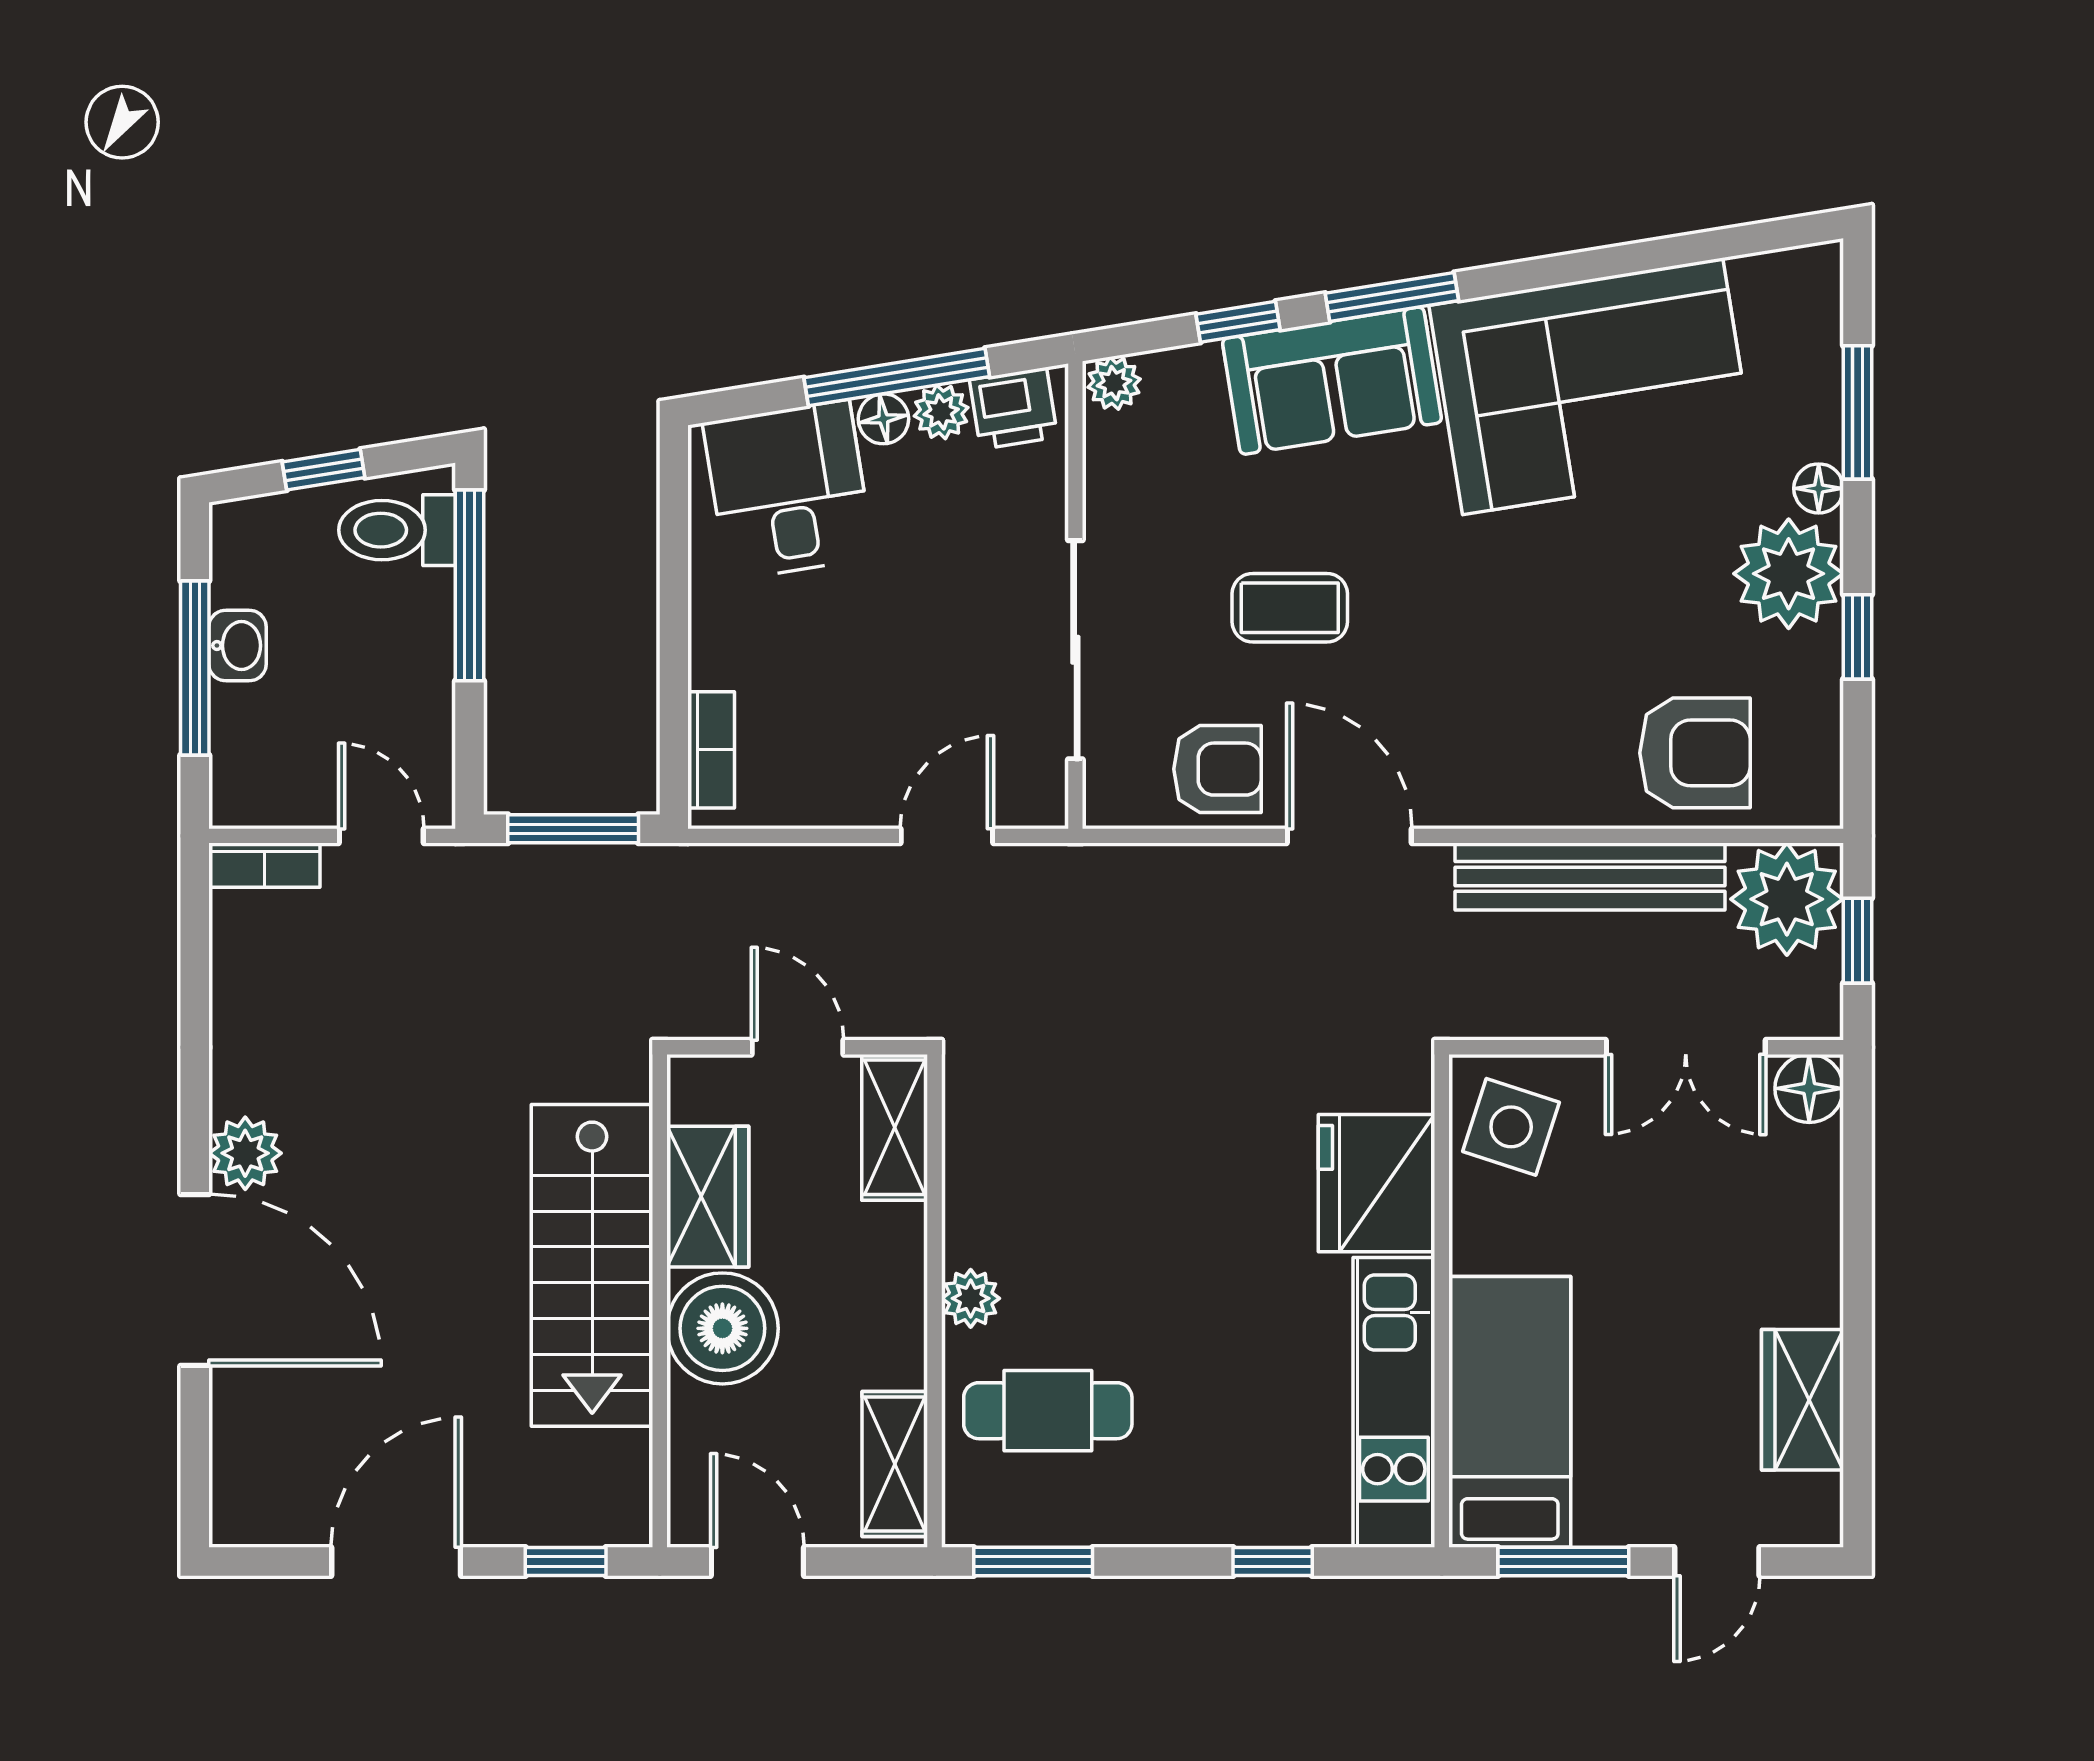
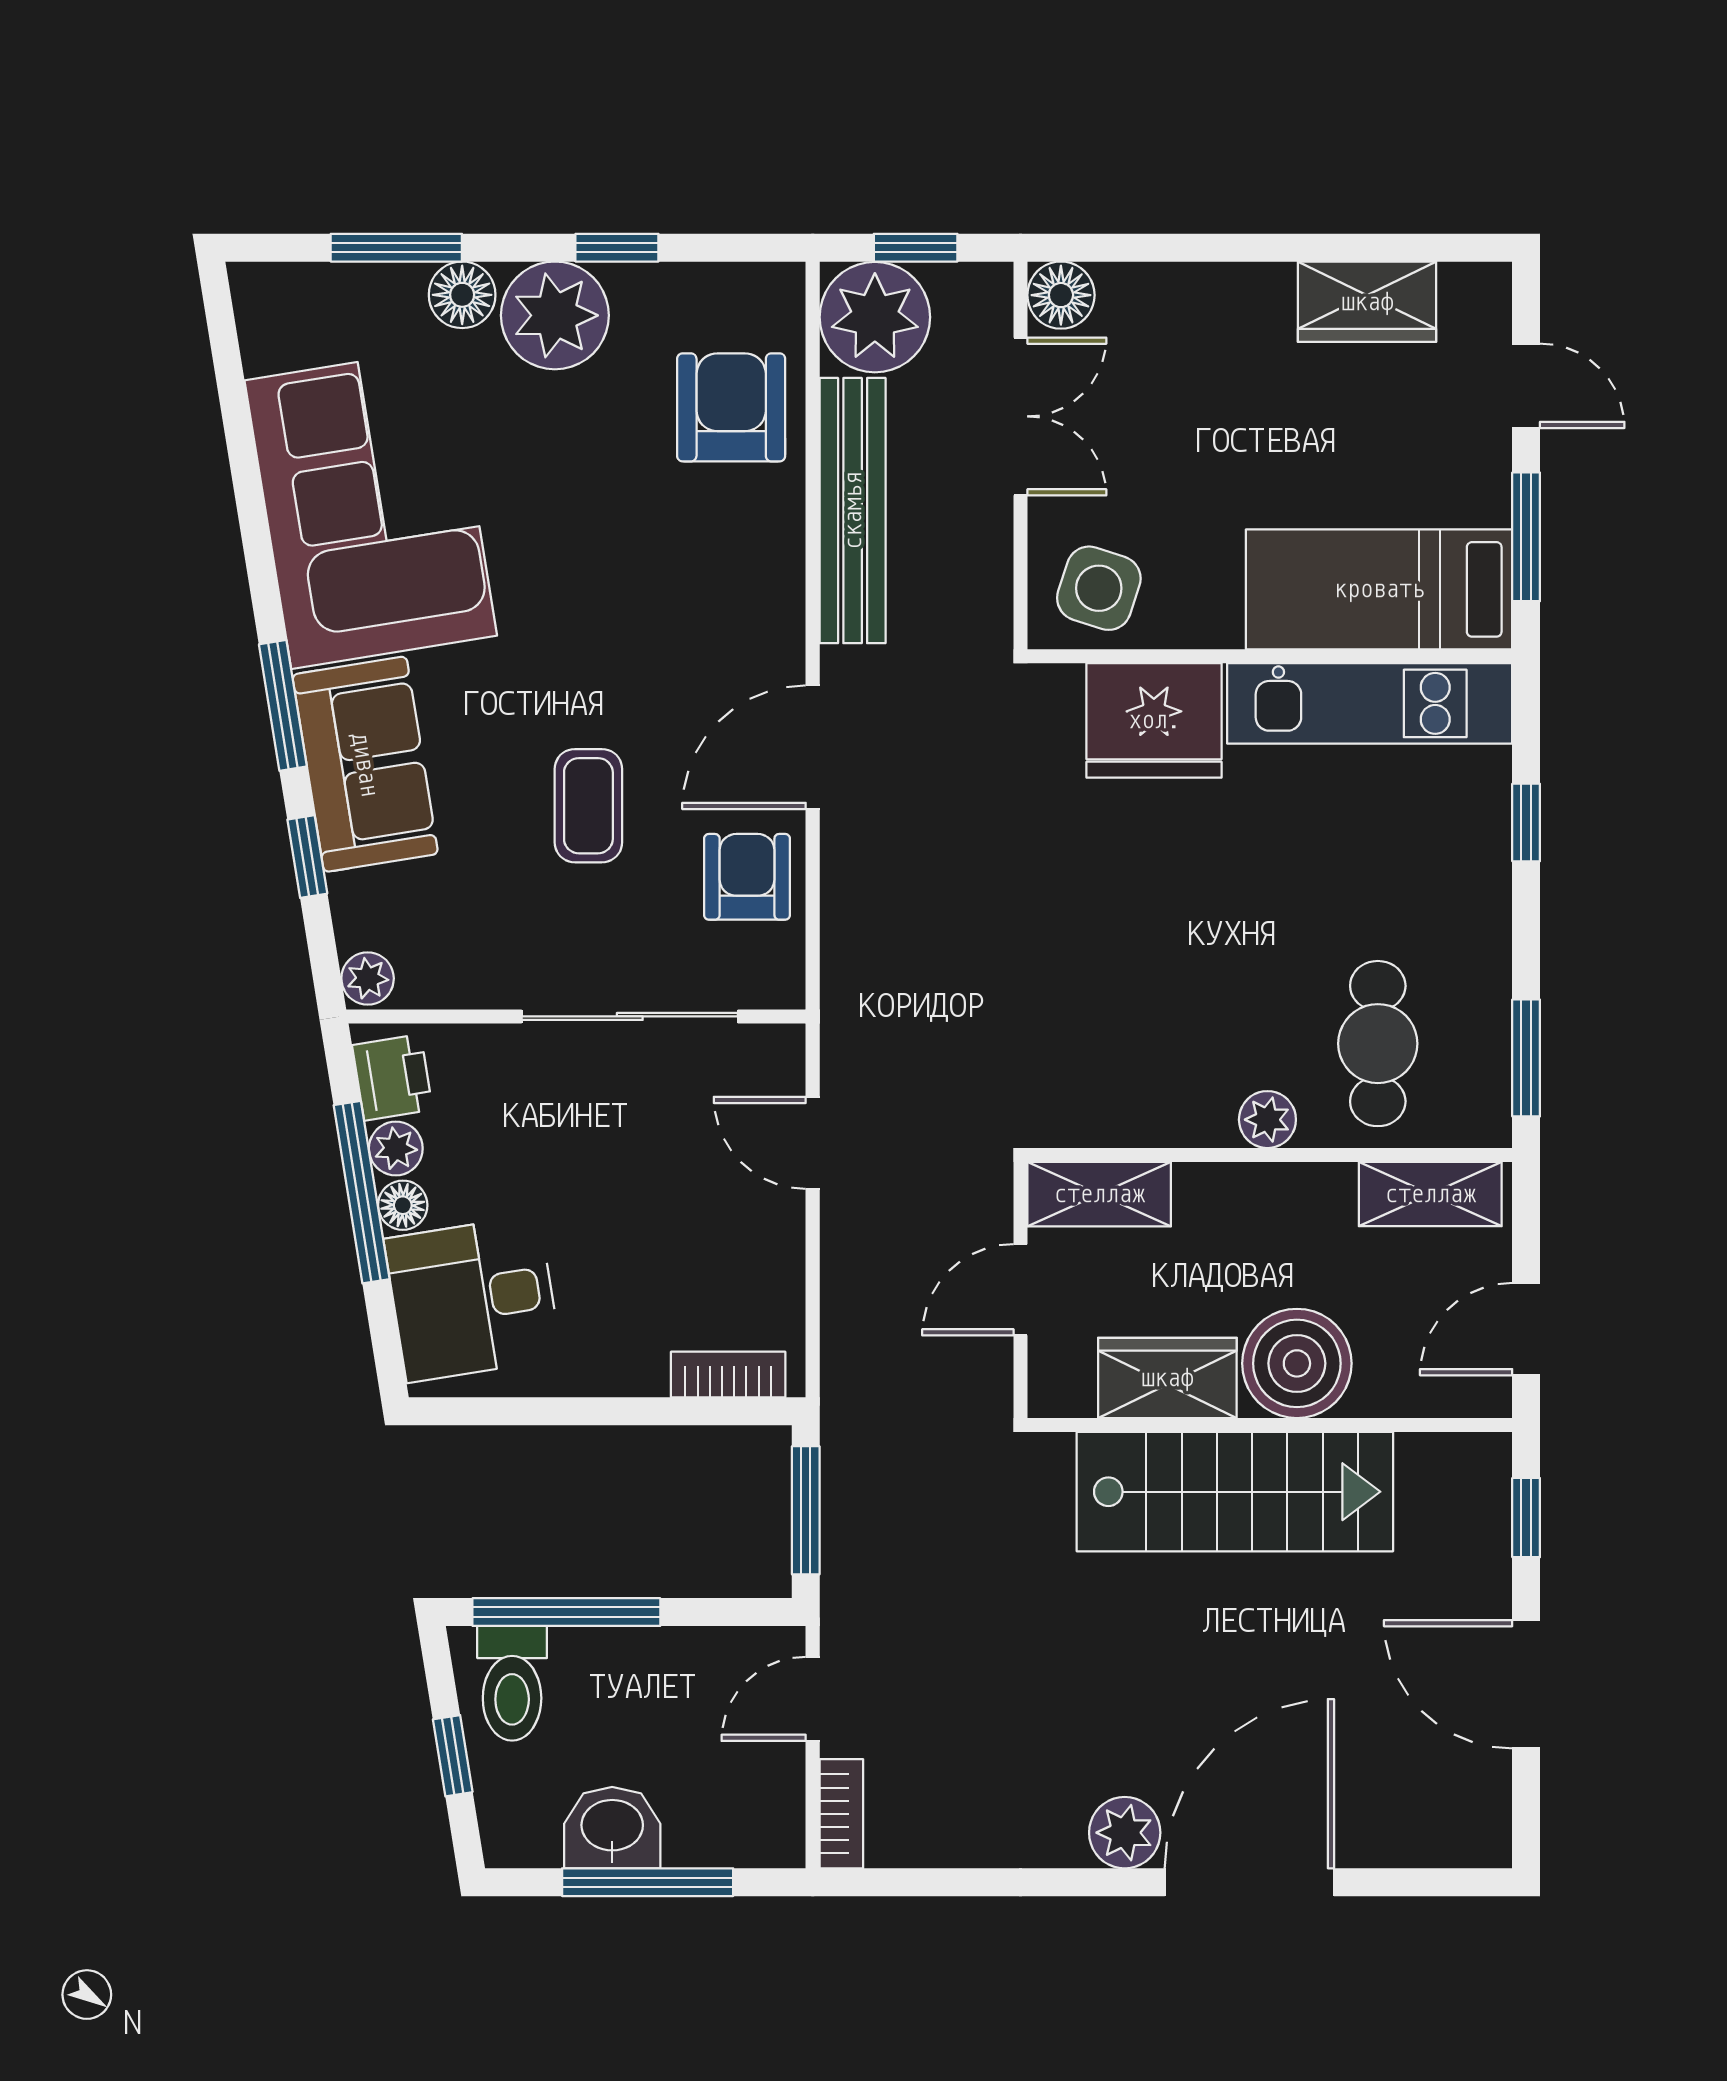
floor lamp: (1819, 488) -> (462, 295), width x1.37, depth x1.37
washbasin: (237, 646) -> (612, 1828), width x1.38, depth x1.45

